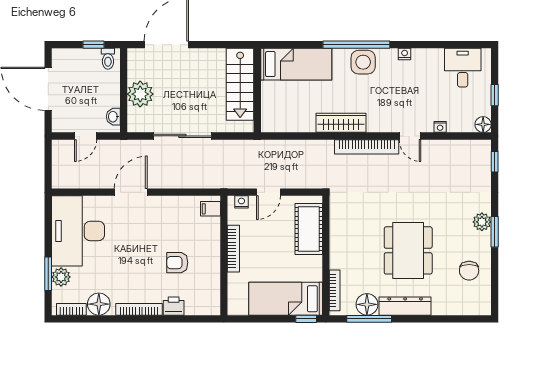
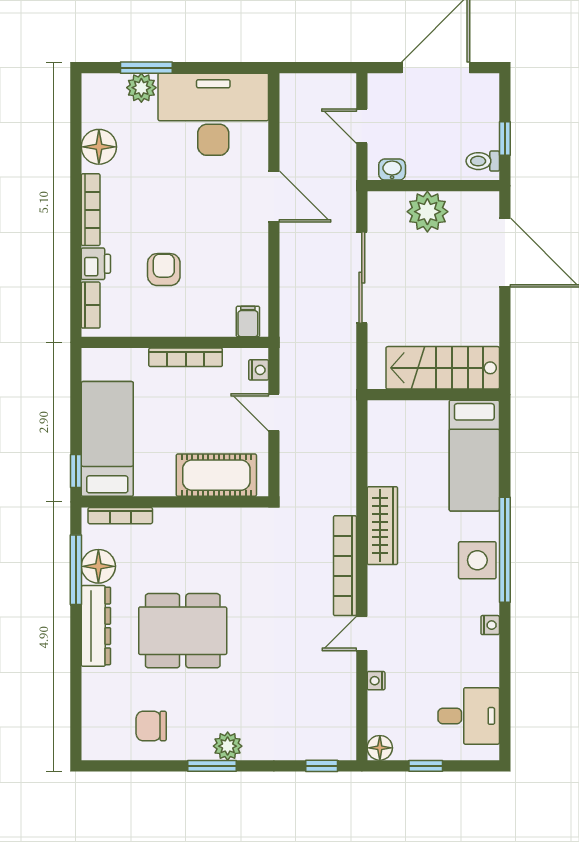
bookcase: (71, 309) -> (91, 305), moved

